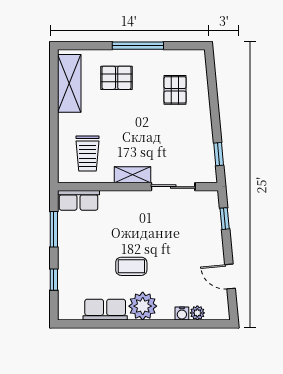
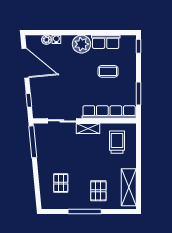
pallet: (117, 78) -> (98, 191), turned 90
window: (219, 154) -> (33, 142), width x2.17
row of seats: (79, 200) -> (109, 112), width x2.02
coffee table: (131, 266) -> (108, 71), moved
door: (230, 276) -> (25, 63), width x1.87
window: (54, 280) -> (139, 46), moved

